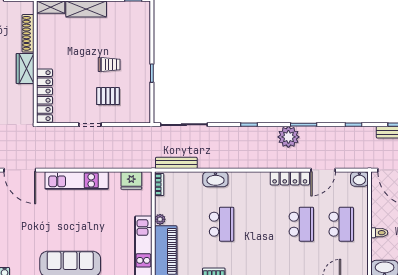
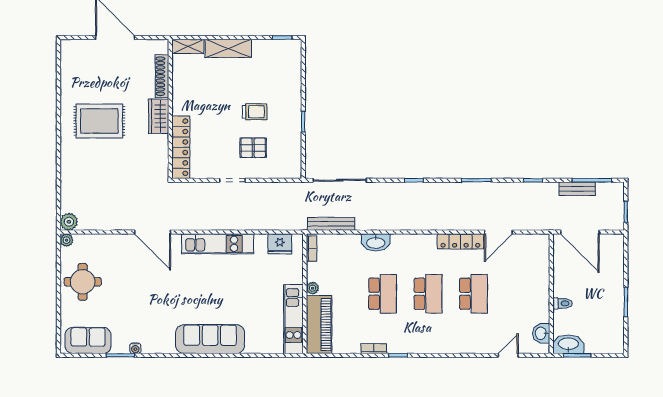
plant: (288, 137) -> (459, 194), removed
washbasin: (359, 179) -> (541, 333), moved, turned 90
school desk: (341, 224) -> (428, 294), moved

